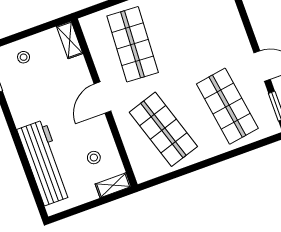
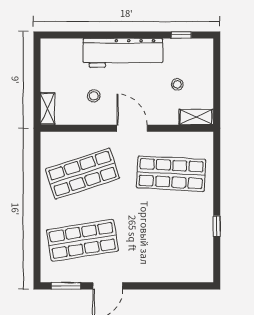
stool: (24, 57) -> (177, 84), moved
stool: (94, 158) -> (94, 96), moved
workbench: (45, 163) -> (123, 53), moved

